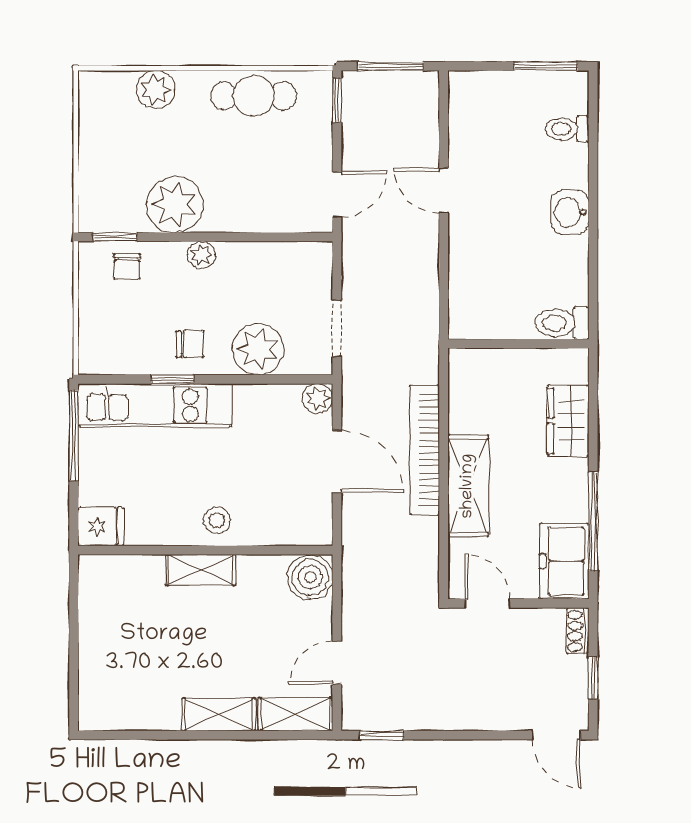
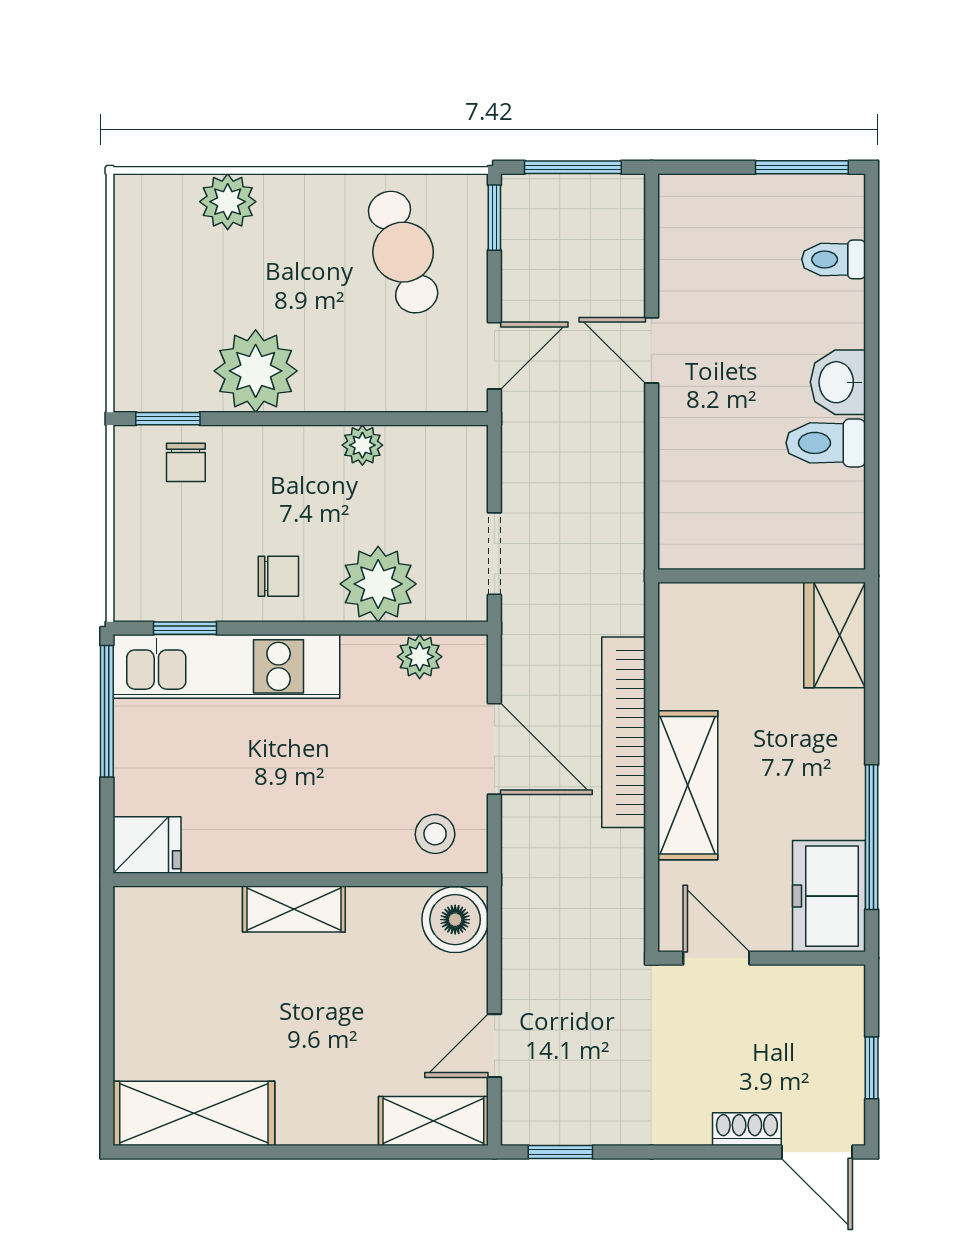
cafe table: (254, 96) -> (403, 252), moved, turned 72
plant: (201, 255) -> (362, 445), moved
toilet: (562, 323) -> (826, 443), moved
window: (172, 379) -> (185, 628), moved
plant: (318, 399) -> (420, 657), moved
wardrobe: (568, 421) -> (835, 635), moved
stool: (217, 520) -> (435, 834), moved
shoe rack: (578, 631) -> (747, 1129), moved, turned 90
shelving: (219, 714) -> (194, 1113), moved, width x1.50, depth x1.33

